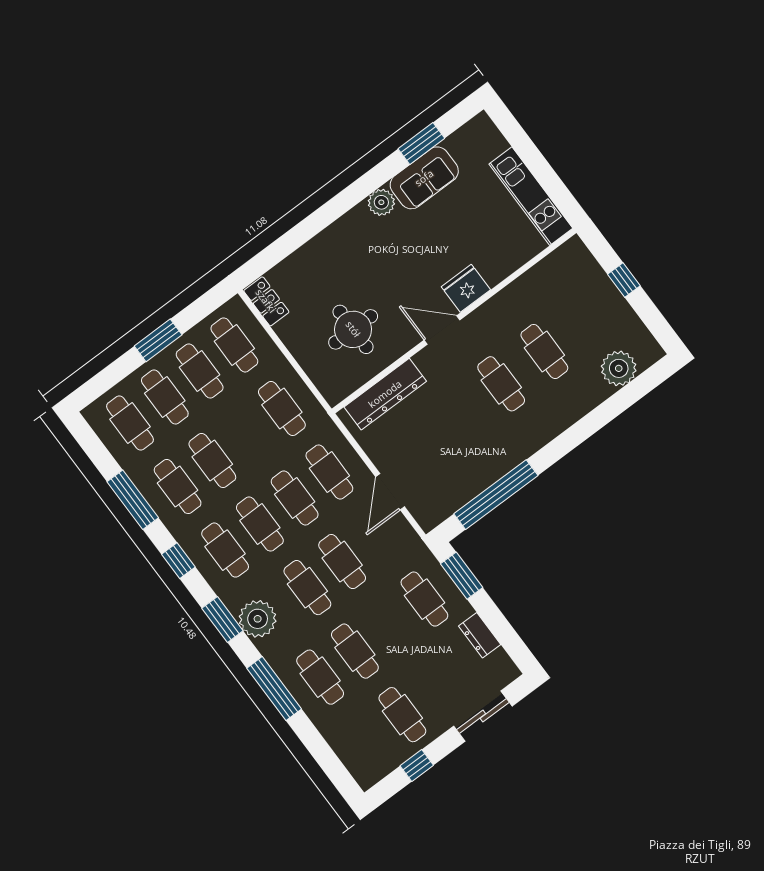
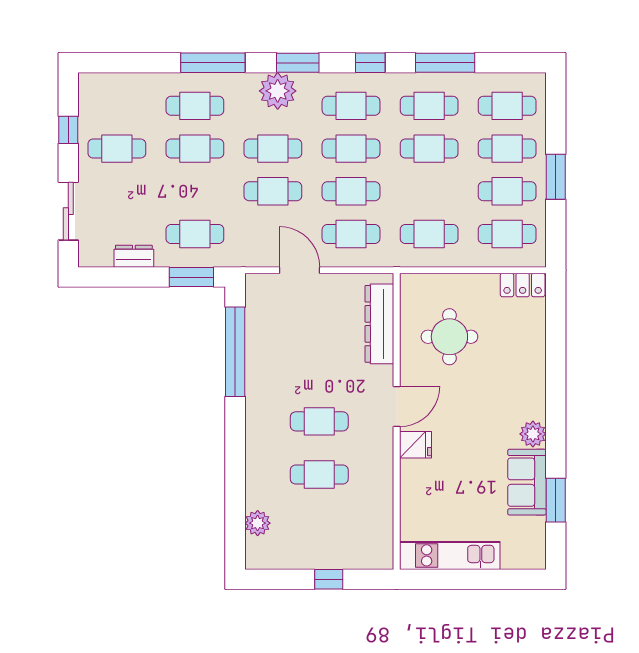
fridge: (466, 288) -> (415, 445), width x0.72
plant: (619, 368) -> (258, 523), width x0.73, depth x0.73

